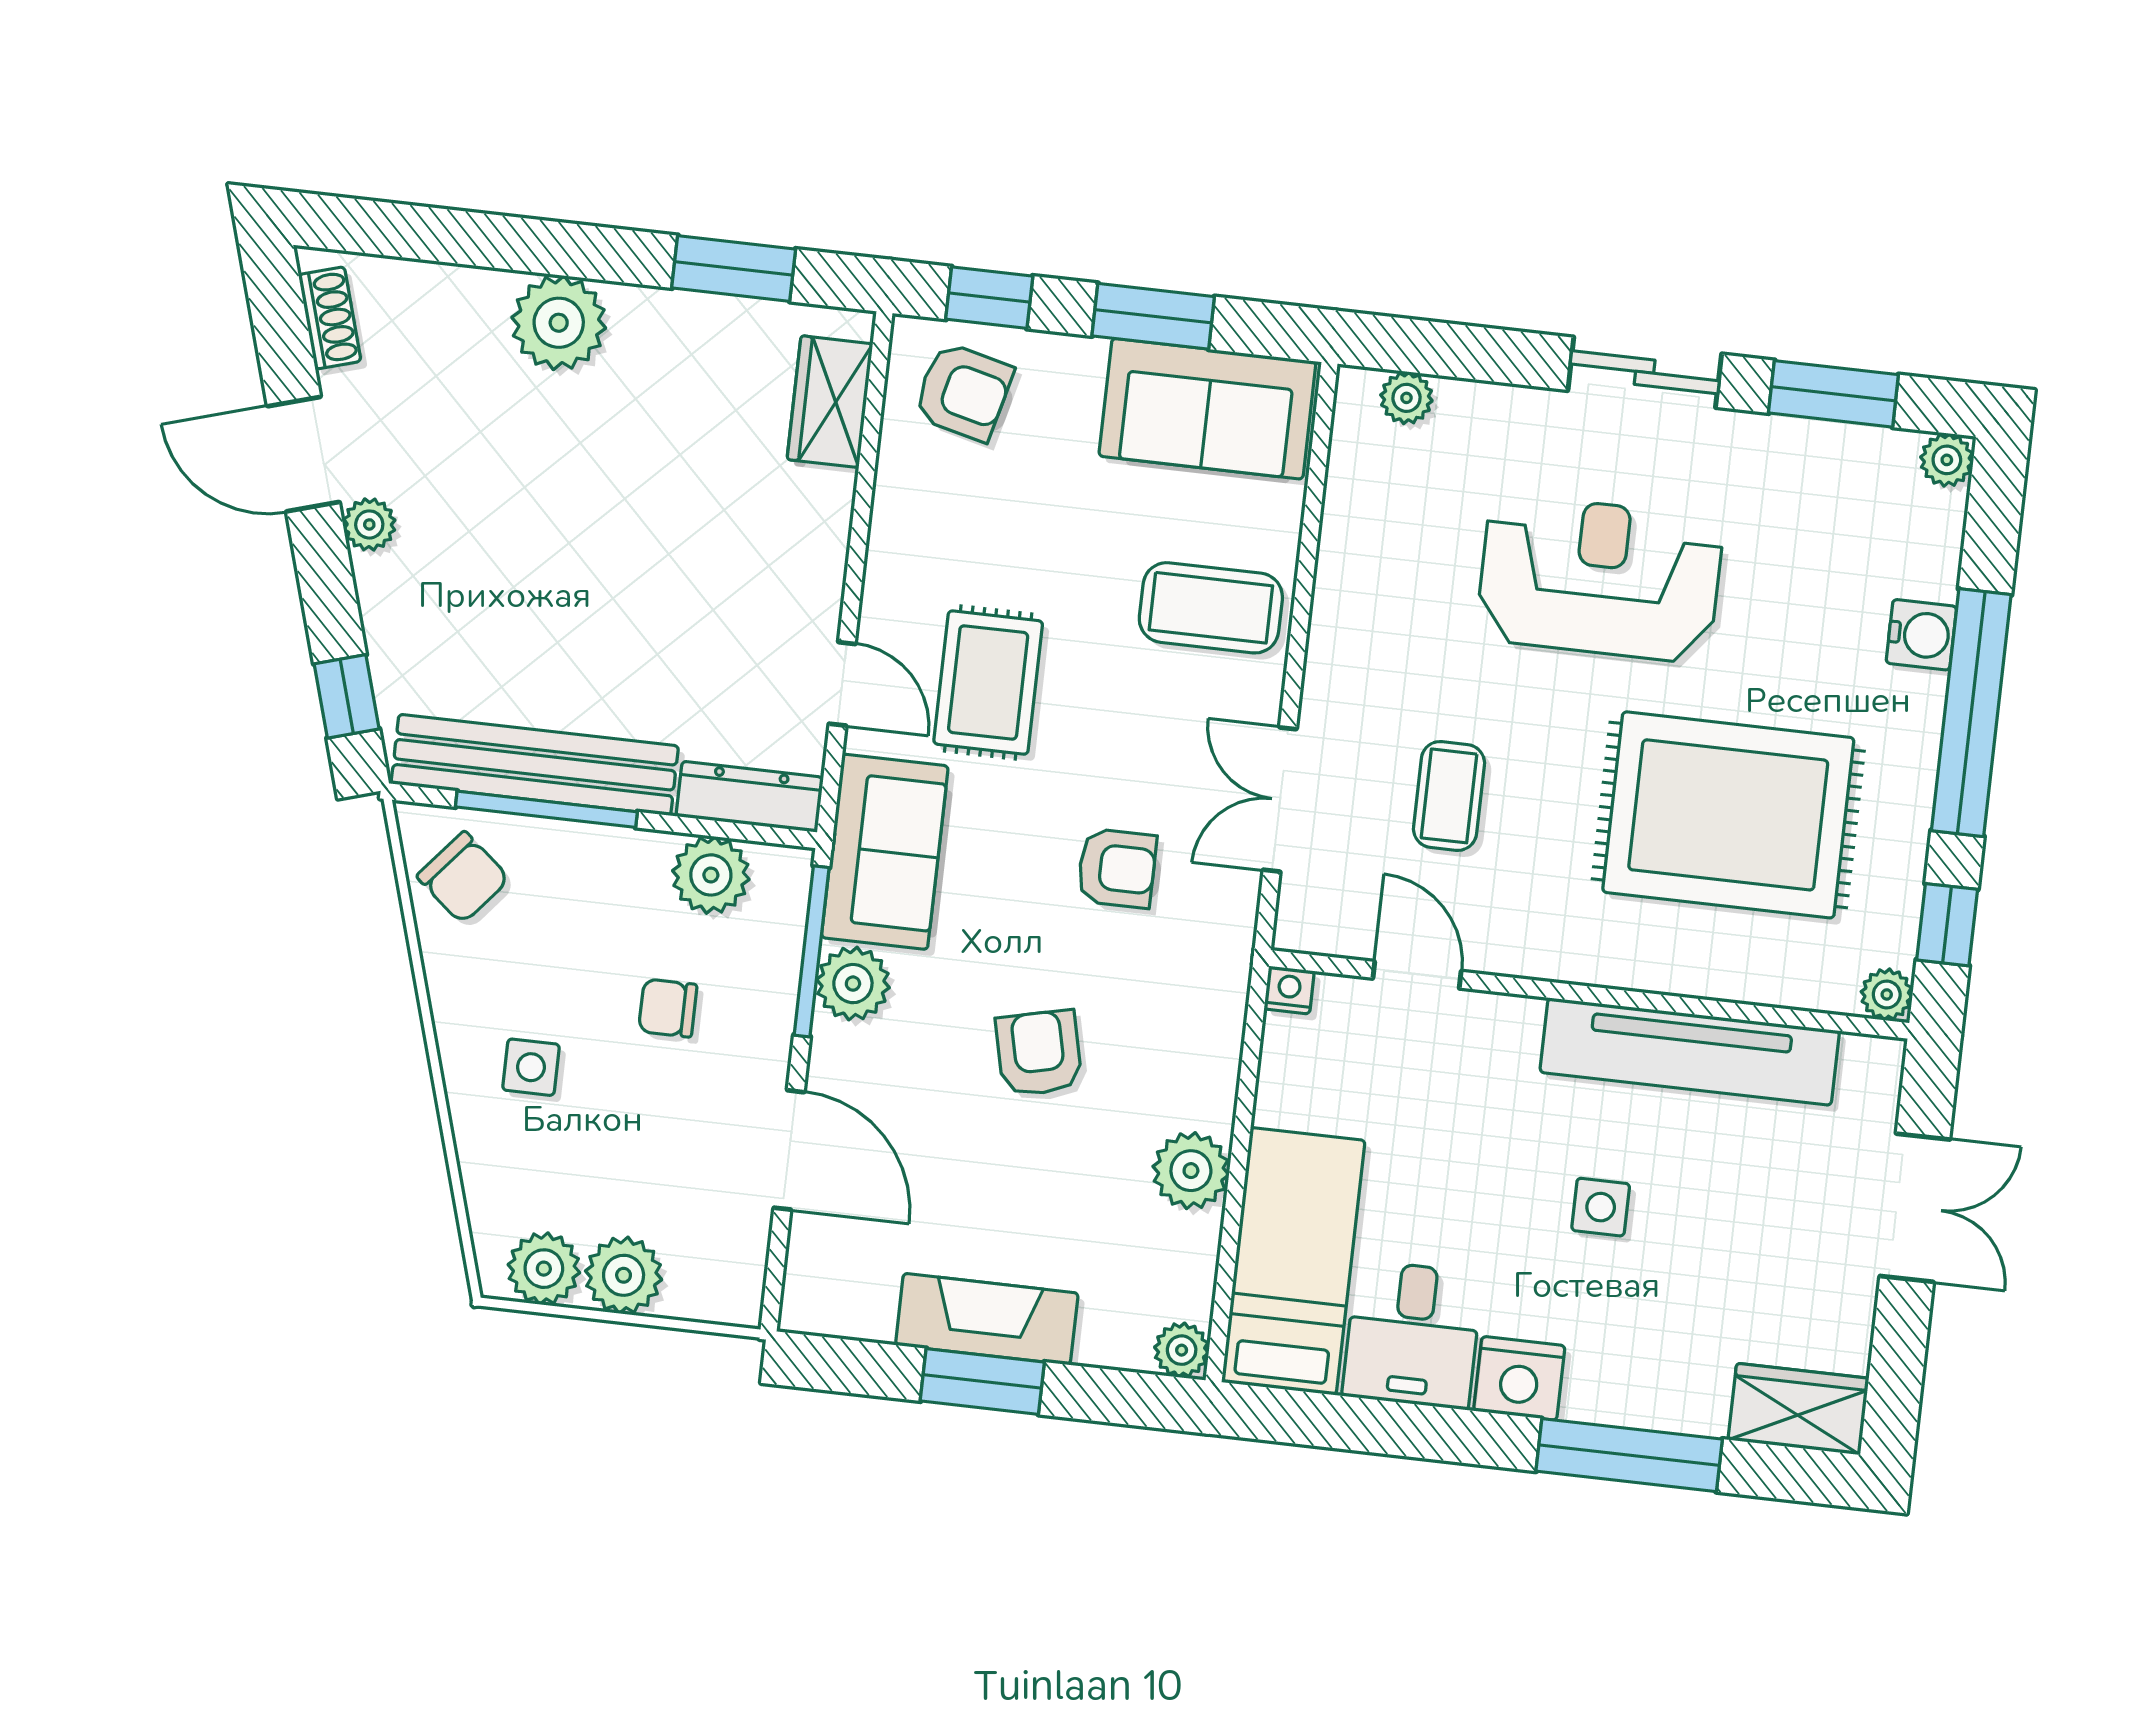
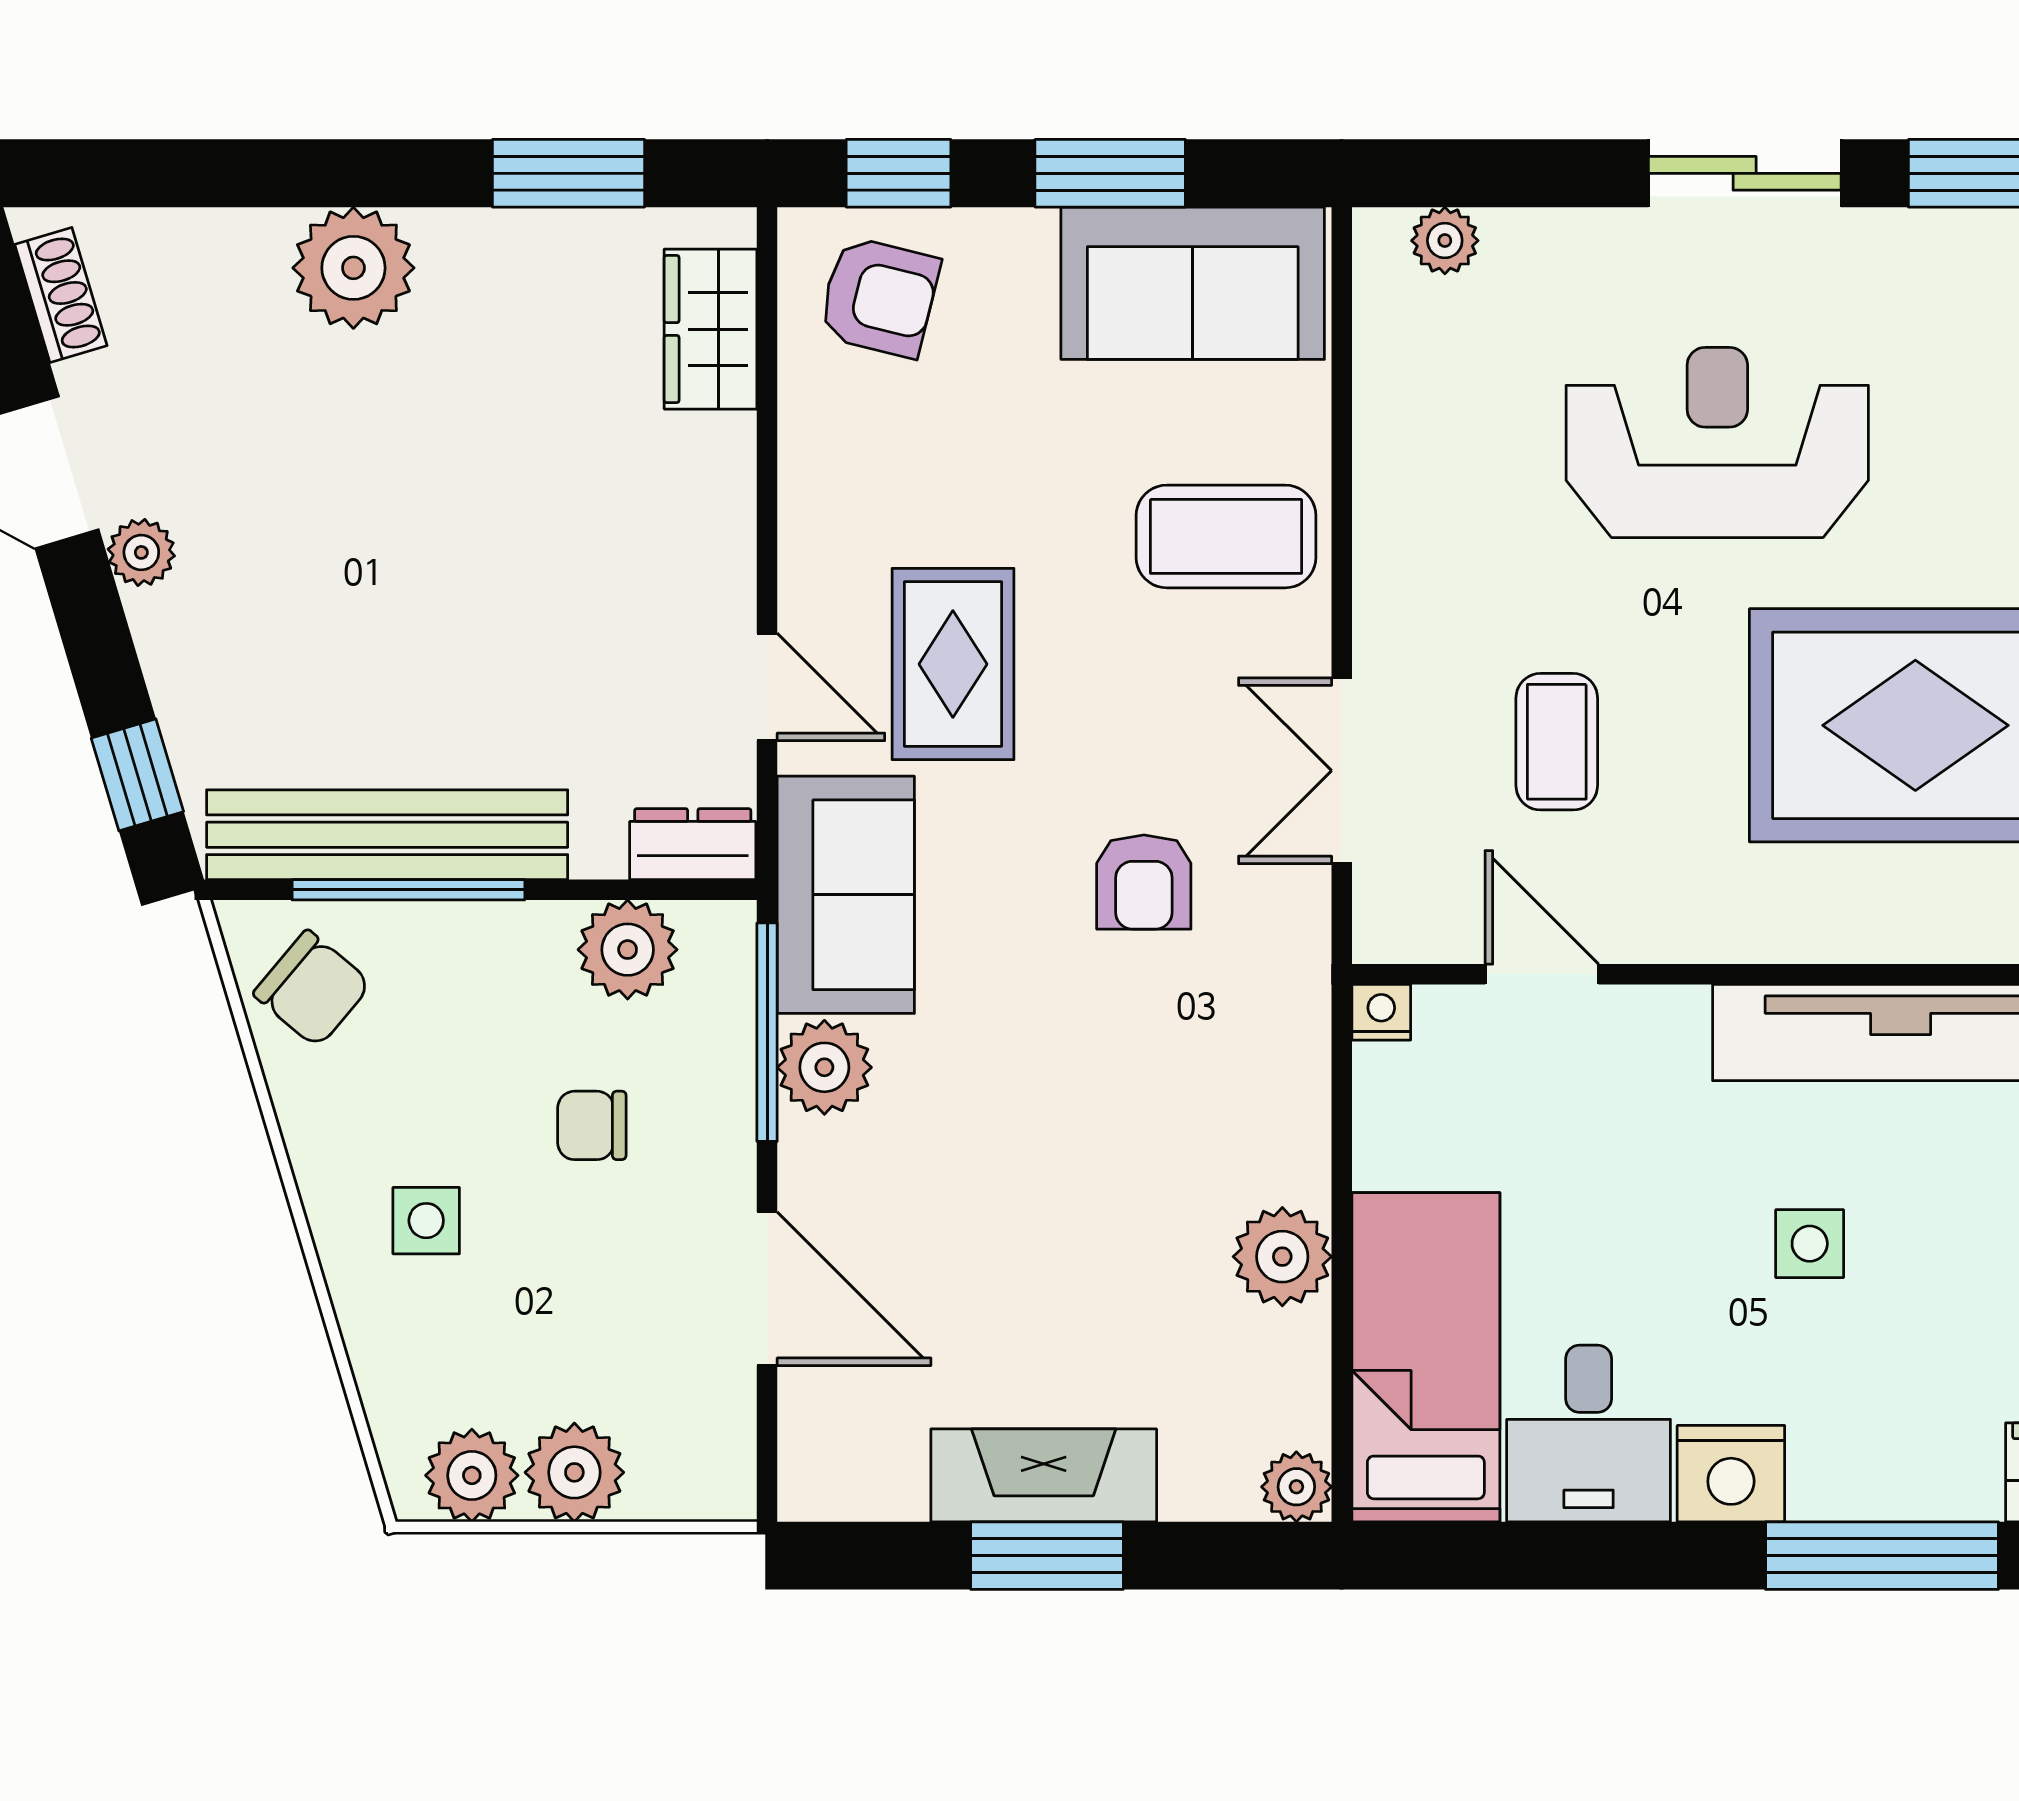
dresser: (749, 797) -> (693, 844), width x0.70
armchair: (1117, 868) -> (1144, 882), turned 90
armchair: (1039, 1053) -> (1071, 1129), removed

